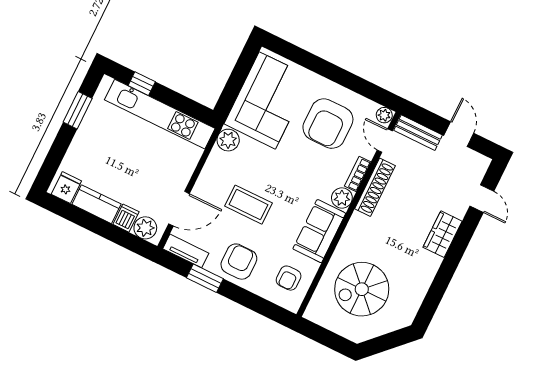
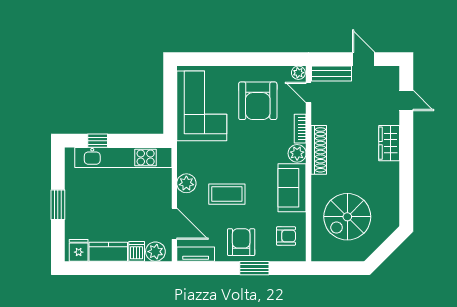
window: (78, 110) -> (58, 205), moved
plant: (228, 140) -> (186, 183), moved
shoe rack: (375, 187) -> (319, 150), moved
door: (179, 209) -> (174, 224), hinge flipped
window: (205, 278) -> (254, 268), moved
armchair: (289, 278) -> (286, 236), turned -90

